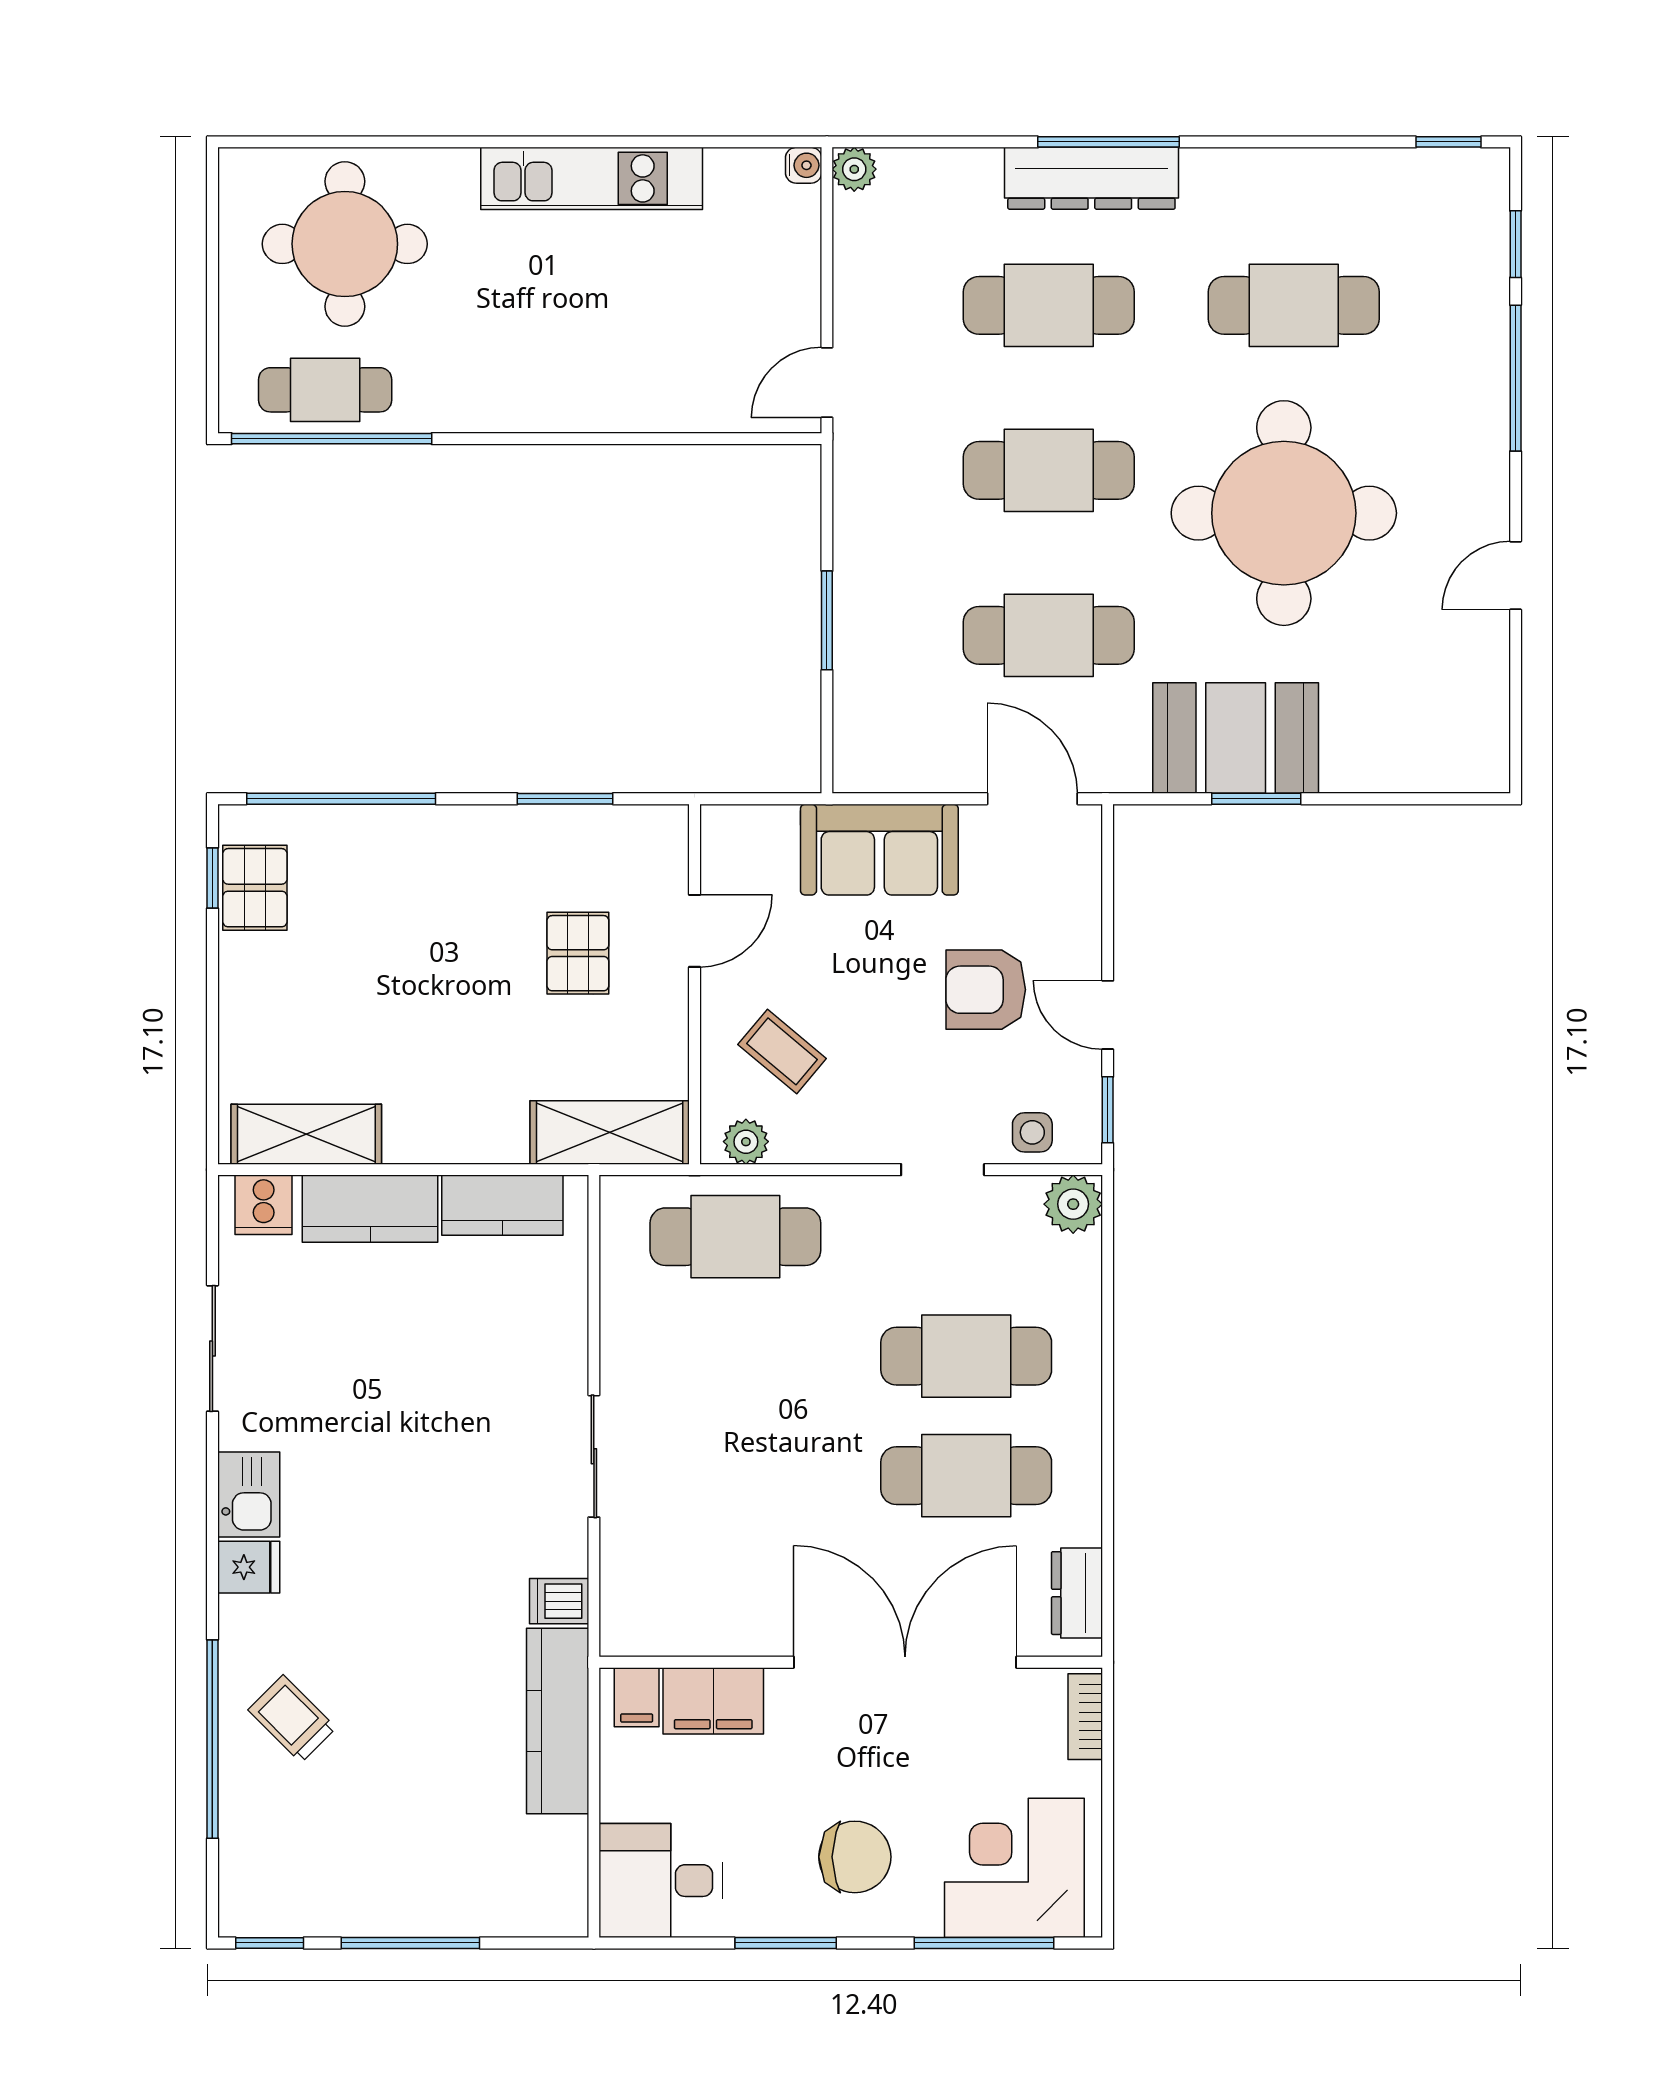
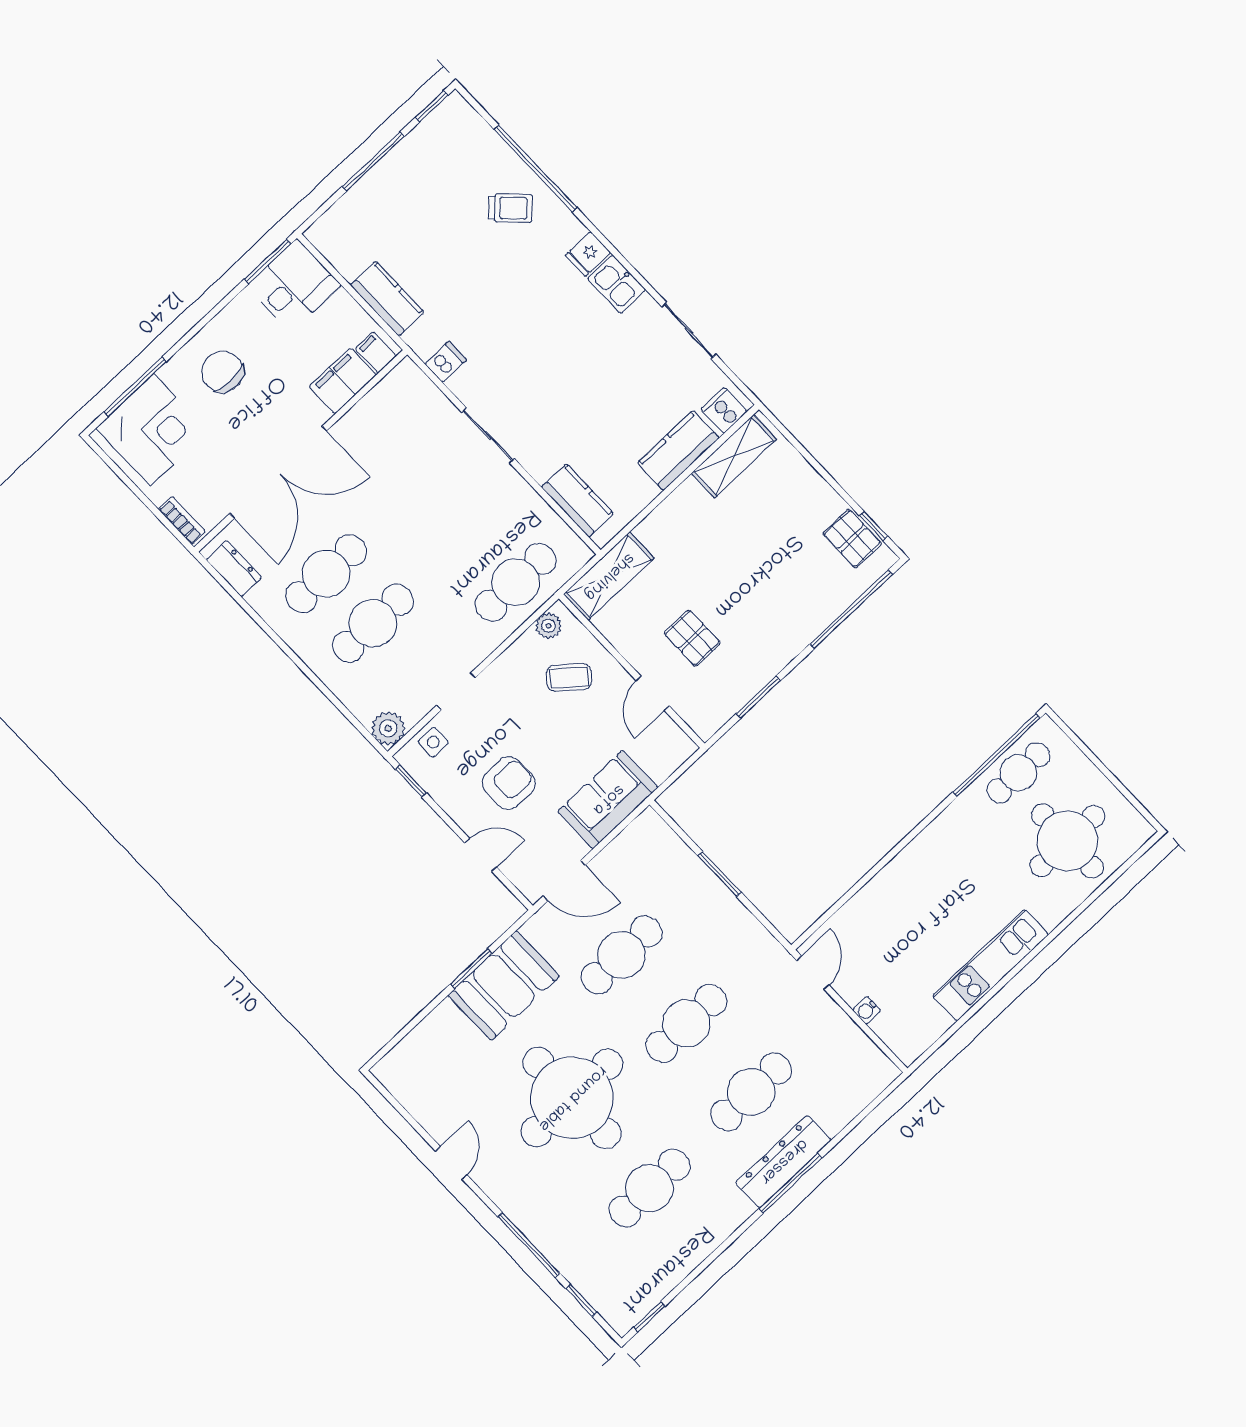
water cooler: (804, 165) -> (867, 1010), moved
plant: (854, 169) -> (885, 1072), removed
door: (1108, 1015) -> (481, 855), moved
kitchen counter: (502, 1205) -> (577, 500), moved, turned 90
kitchen counter: (558, 1721) -> (387, 299), width x0.67
chair: (855, 1857) -> (223, 372), turned 90
window: (786, 1943) -> (268, 261), moved

